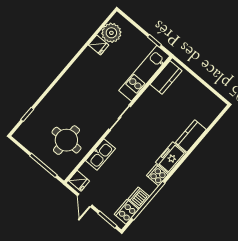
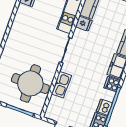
round table: (66, 140) -> (30, 84), width x1.36, depth x1.36
fridge: (79, 181) -> (84, 24), moved

